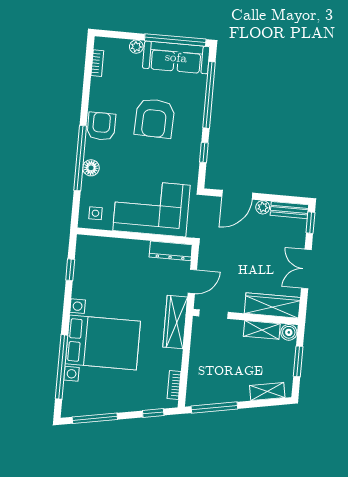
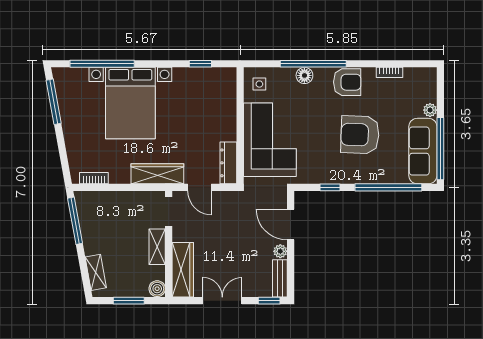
bookcase: (97, 63) -> (389, 72), moved
shelving: (262, 330) -> (157, 247), moved
window: (153, 413) -> (64, 160), removed

